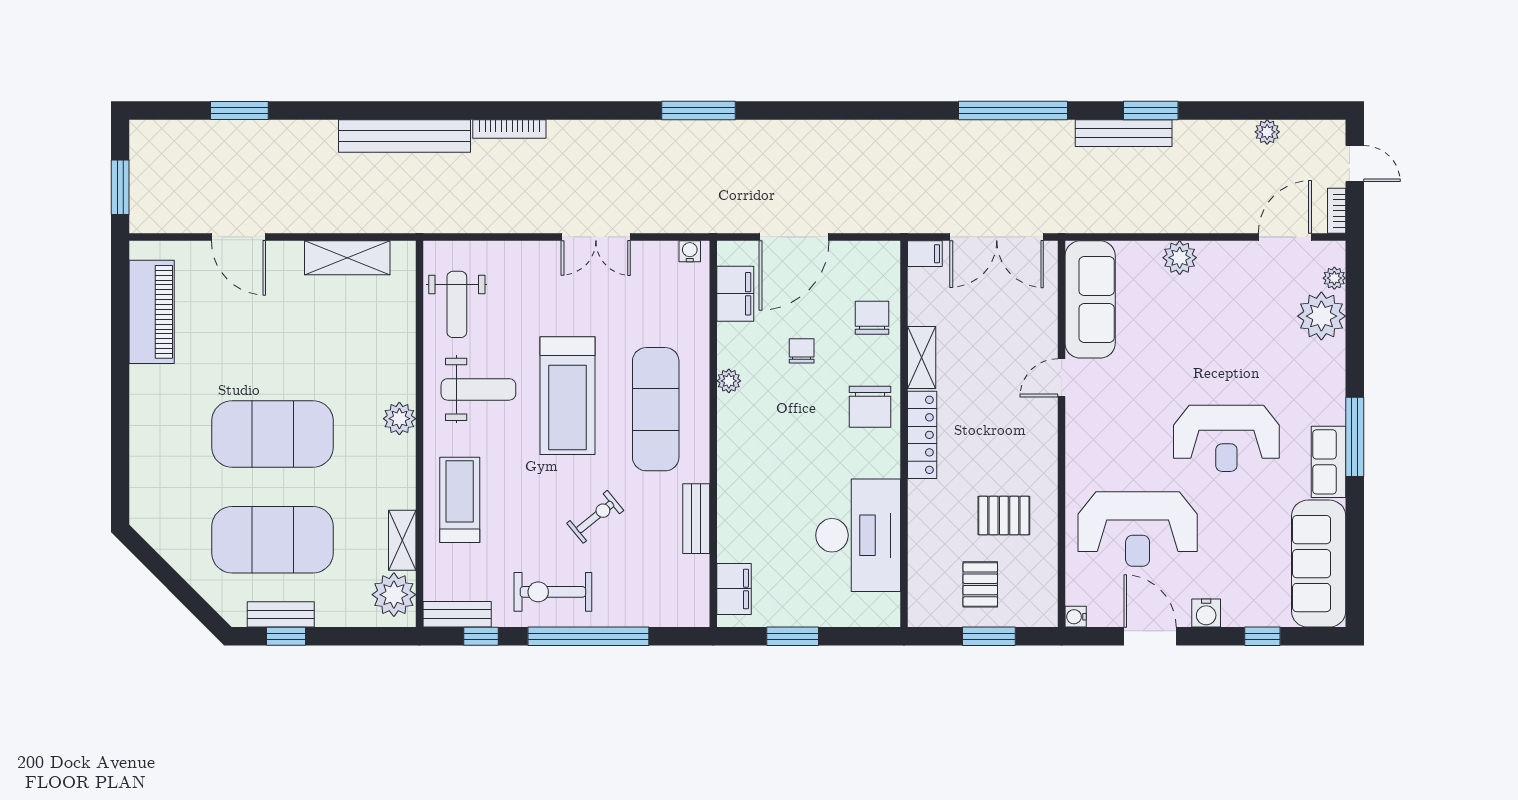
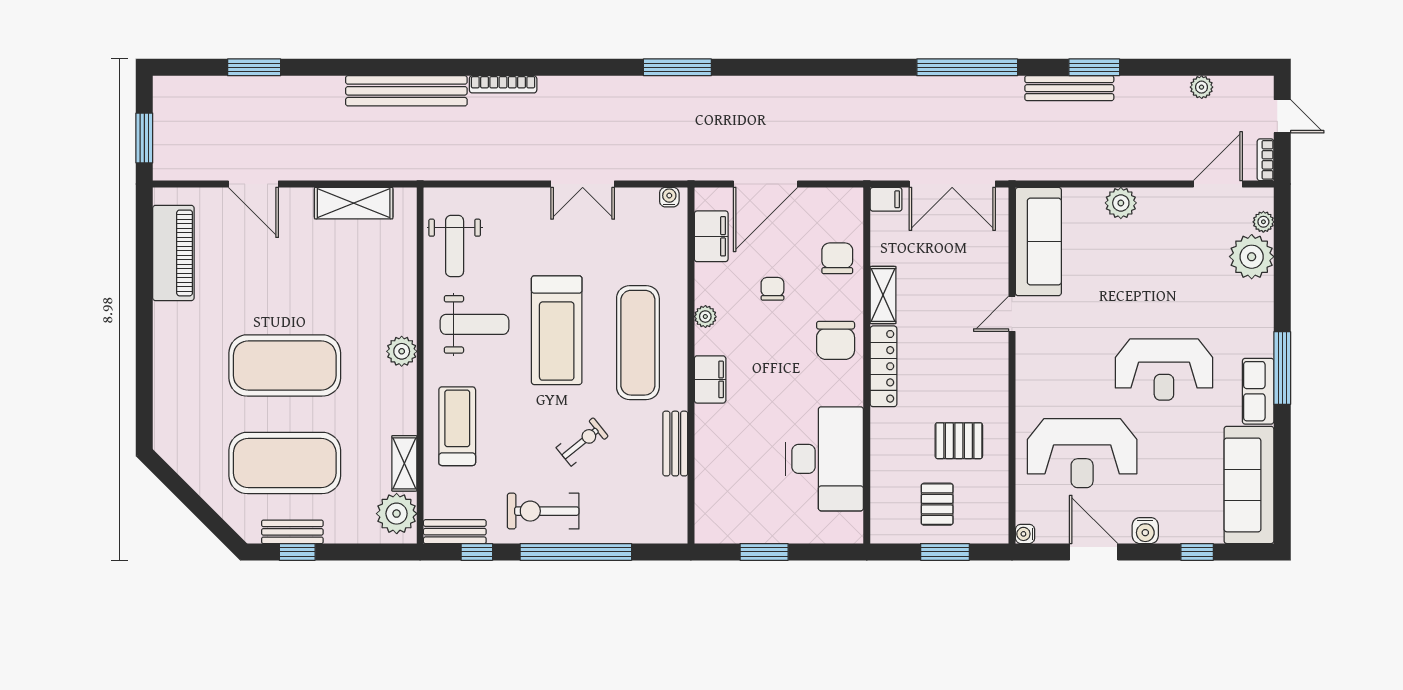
filing cabinet: (734, 589) -> (710, 379), moved

